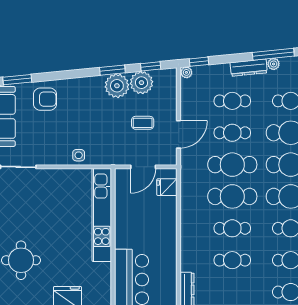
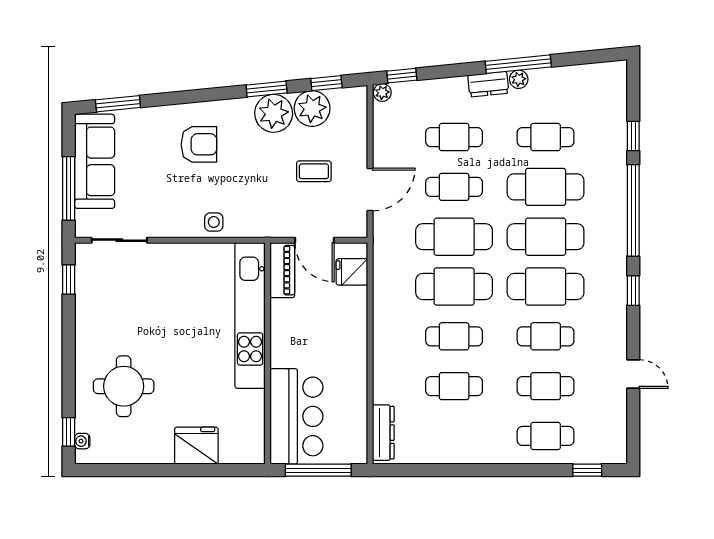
dresser: (249, 68) -> (488, 84), width x0.70
armchair: (45, 99) -> (199, 144), moved
door: (143, 167) -> (315, 240), hinge flipped
piano: (122, 186) -> (282, 270), added

